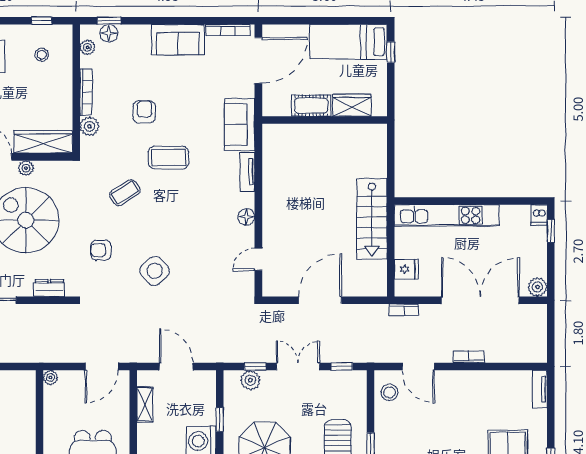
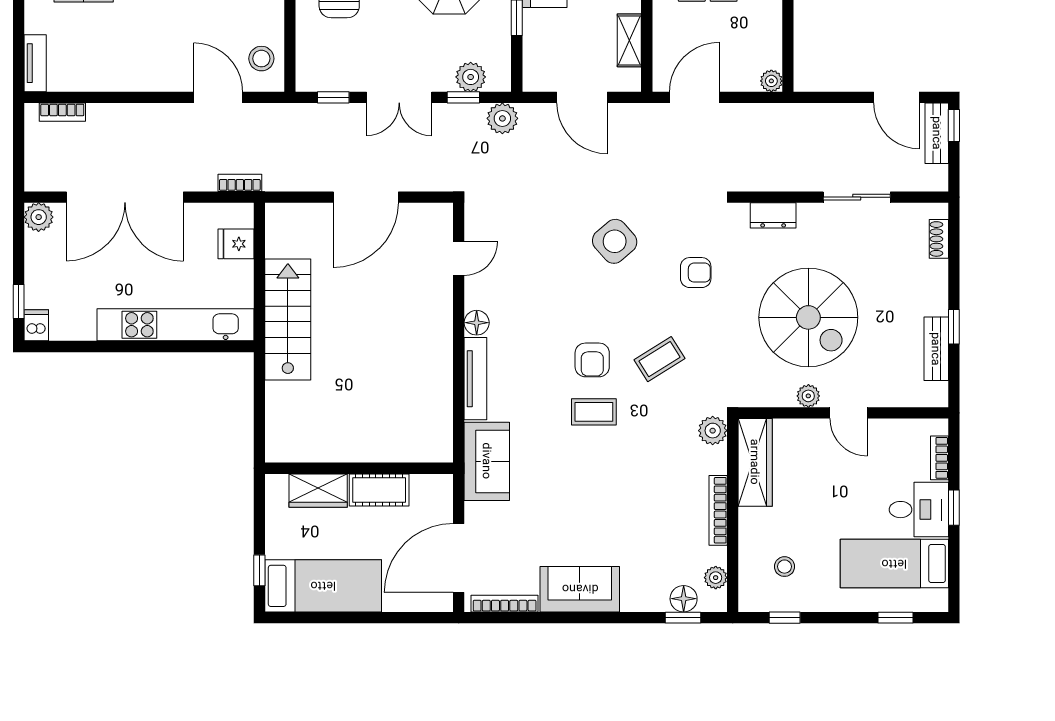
armchair: (144, 112) -> (592, 360), moved
plant: (89, 126) -> (713, 431), moved
wardrobe: (43, 142) -> (755, 462), moved, turned -90
coffee table: (168, 158) -> (594, 412), width x0.73, depth x0.77
tv unit: (247, 172) -> (475, 379), width x1.41
plant: (229, 353) -> (502, 118), added
bookcase: (469, 357) -> (62, 112), moved

